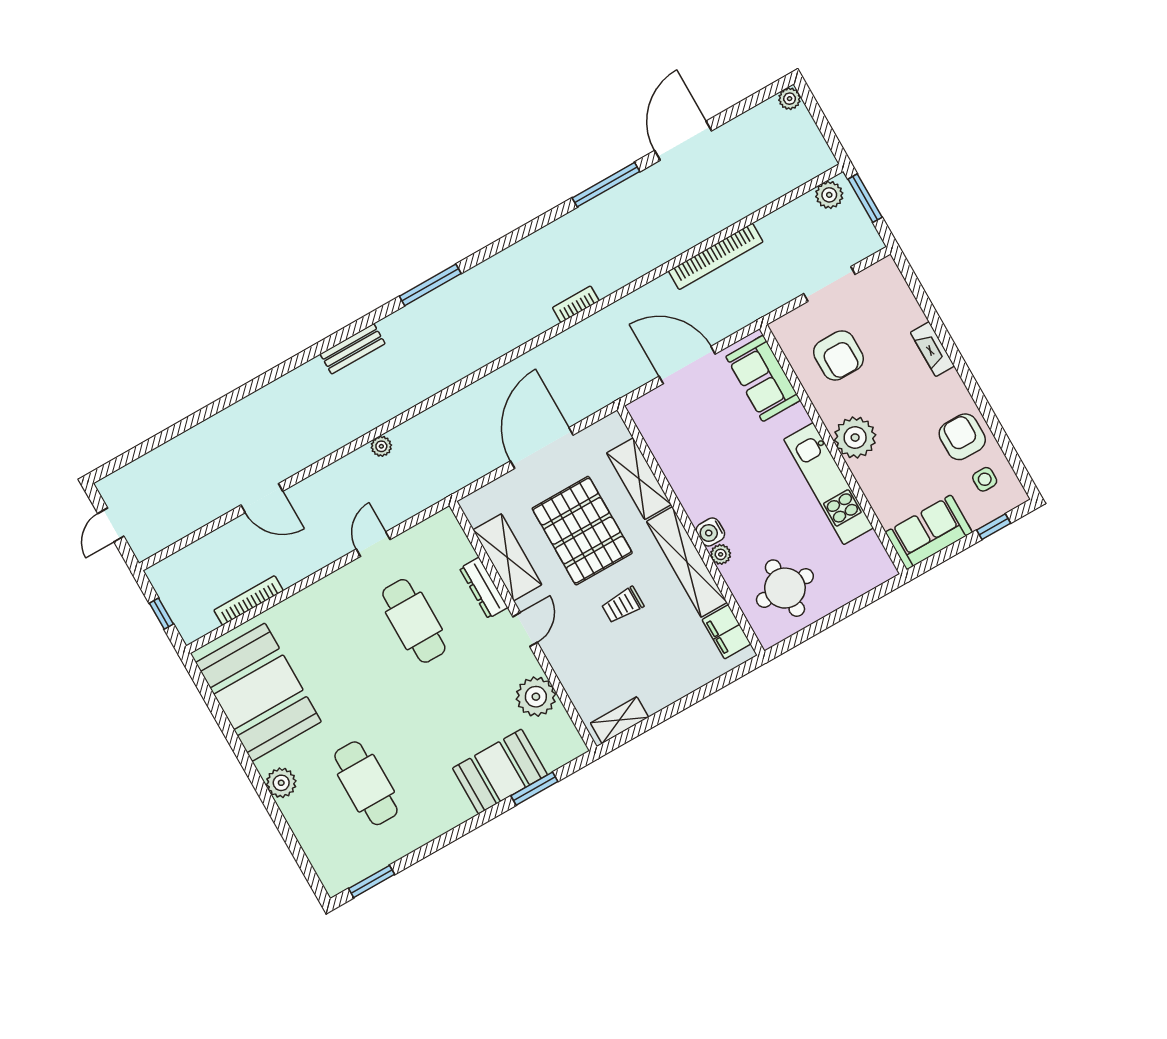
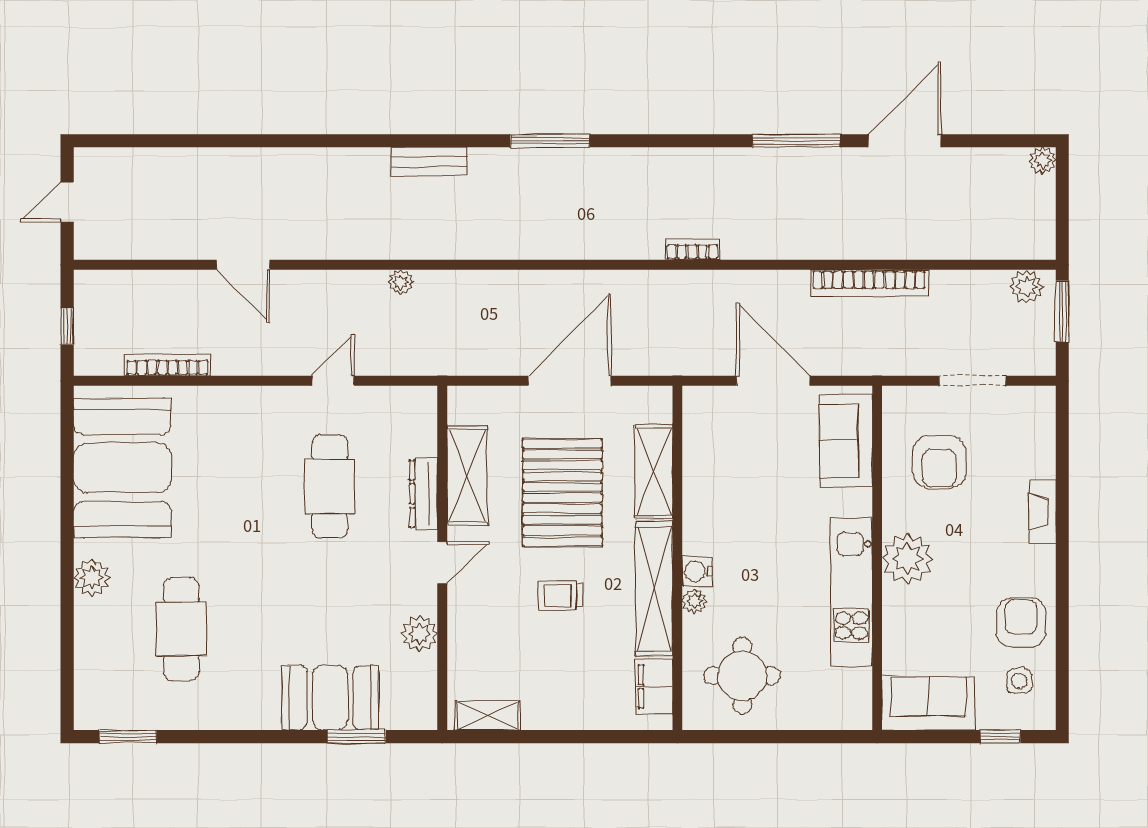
plant: (536, 697) -> (420, 634), width x0.73, depth x0.73

